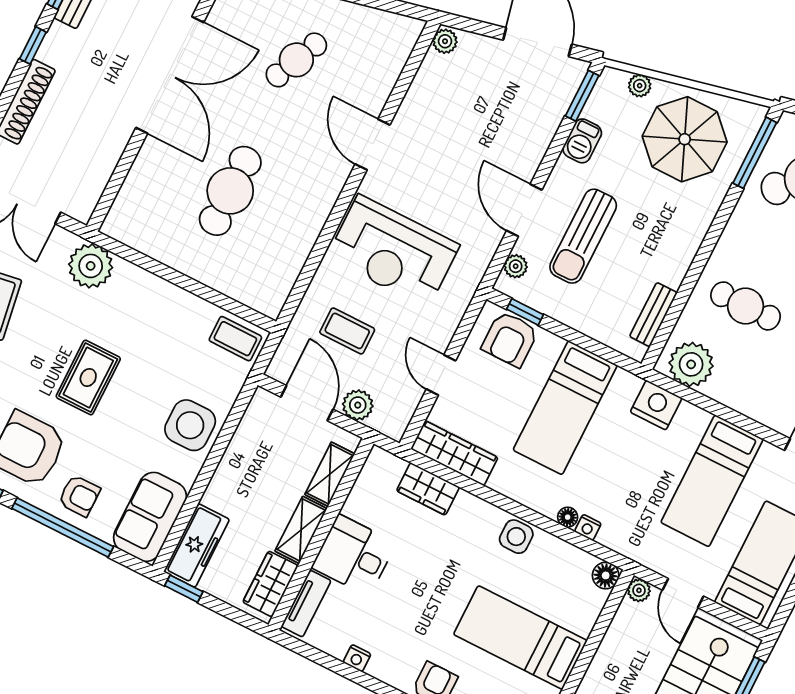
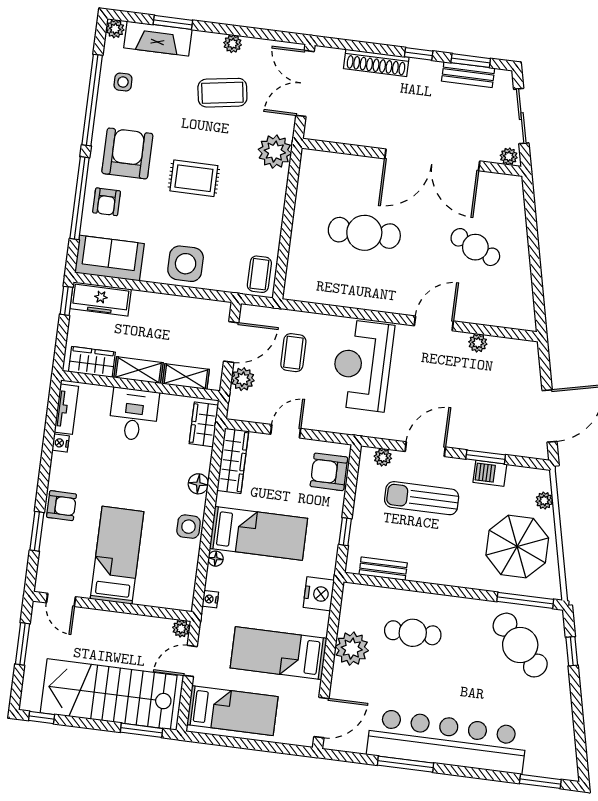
plant: (445, 41) -> (478, 343), moved
window: (582, 96) -> (486, 457), moved
cafe table: (746, 306) -> (413, 633), turned 90
window: (525, 312) -> (345, 532), moved
plant: (691, 364) -> (352, 649), moved
bed: (565, 408) -> (258, 533), moved, turned 180
wardrobe: (428, 489) -> (204, 424), moved
nightstand: (588, 527) -> (210, 599), moved
floor lamp: (606, 575) -> (198, 484), moved
tv unit: (306, 604) -> (66, 409), moved, turned -90

